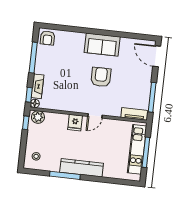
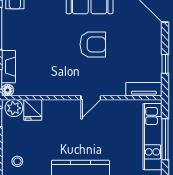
armchair: (101, 77) -> (93, 44), turned 90
window: (152, 97) -> (165, 64), width x0.46
fridge: (75, 123) -> (33, 110), moved

